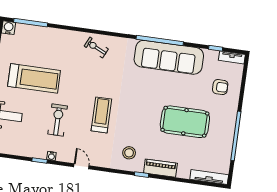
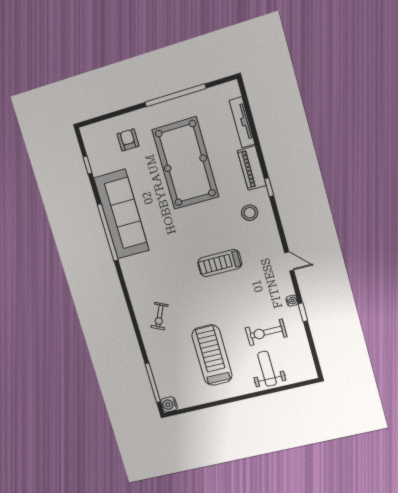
exercise bike: (96, 47) -> (159, 316), moved
tv unit: (232, 57) -> (89, 142), removed
exercise bike: (58, 120) -> (266, 332), moved
pool table: (185, 122) -> (185, 163), width x1.36, depth x1.32
door: (81, 166) -> (289, 261), swing flipped
tv unit: (209, 177) -> (242, 122), moved

